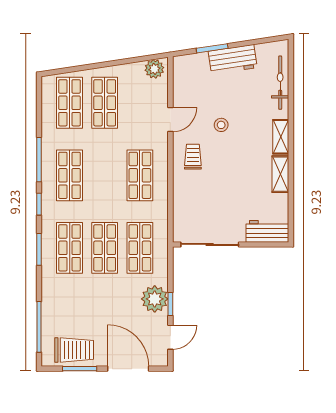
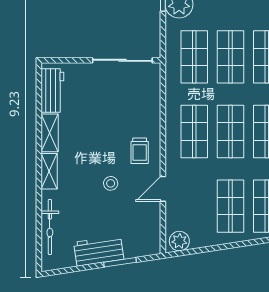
shop shelf: (105, 175) -> (230, 132), added
workbench: (267, 231) -> (52, 90), moved, turned -90

